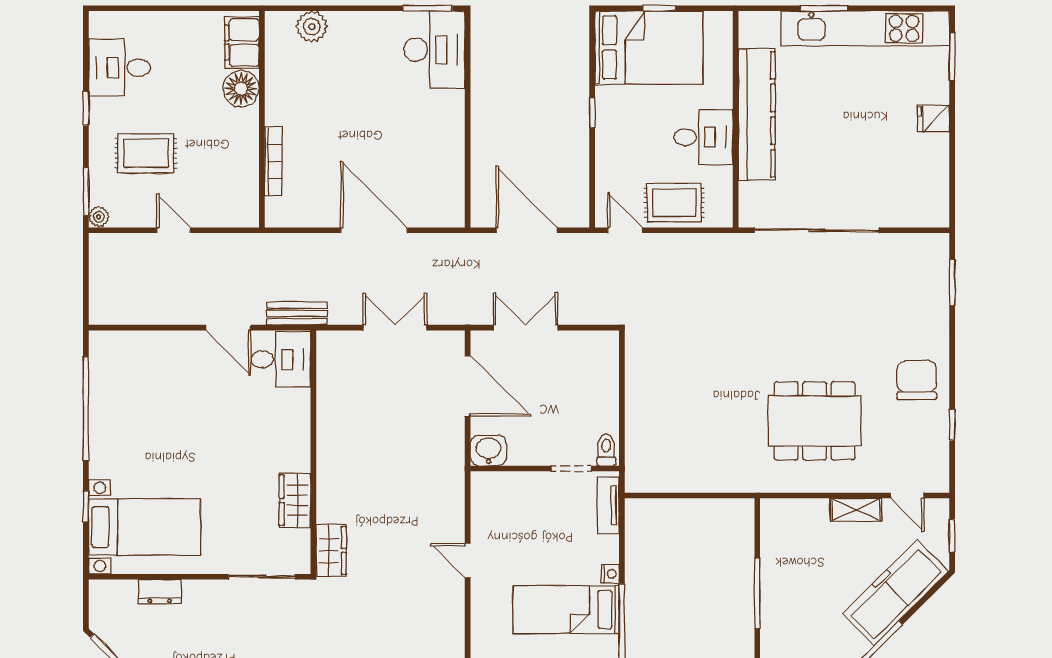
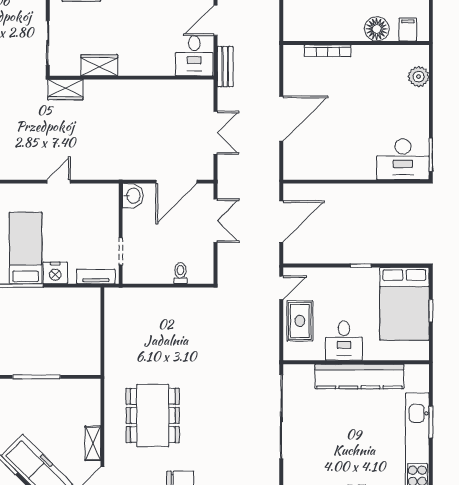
filing cabinet: (242, 42) -> (408, 30), width x0.50
toilet: (606, 450) -> (180, 273), moved, turned -90
nightstand: (610, 574) -> (55, 273), width x1.89, depth x1.79

